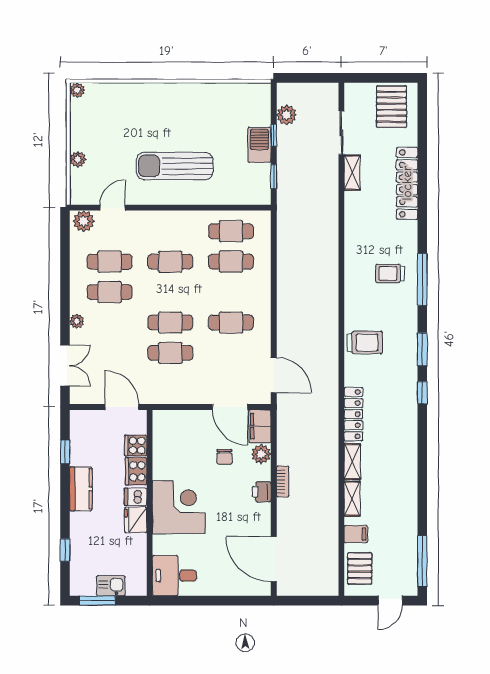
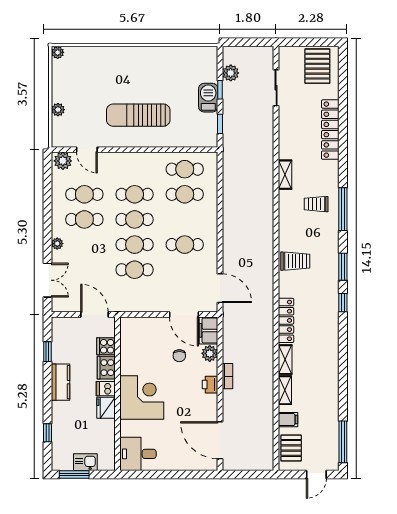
shelving: (352, 173) -> (285, 175), moved
door: (113, 208) -> (87, 150), swing flipped
cafe table: (170, 292) -> (135, 219), added

